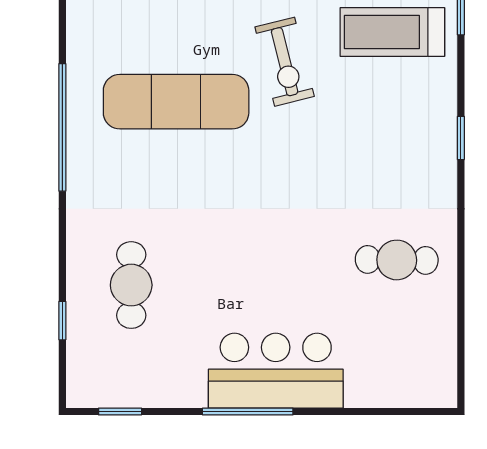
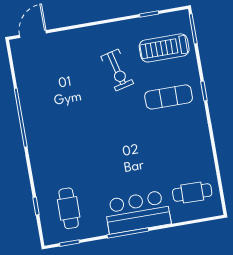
exercise mat: (176, 102) -> (169, 97), moved, width x0.73, depth x0.69
cafe table: (397, 260) -> (192, 192), moved
cafe table: (131, 285) -> (69, 208), moved

